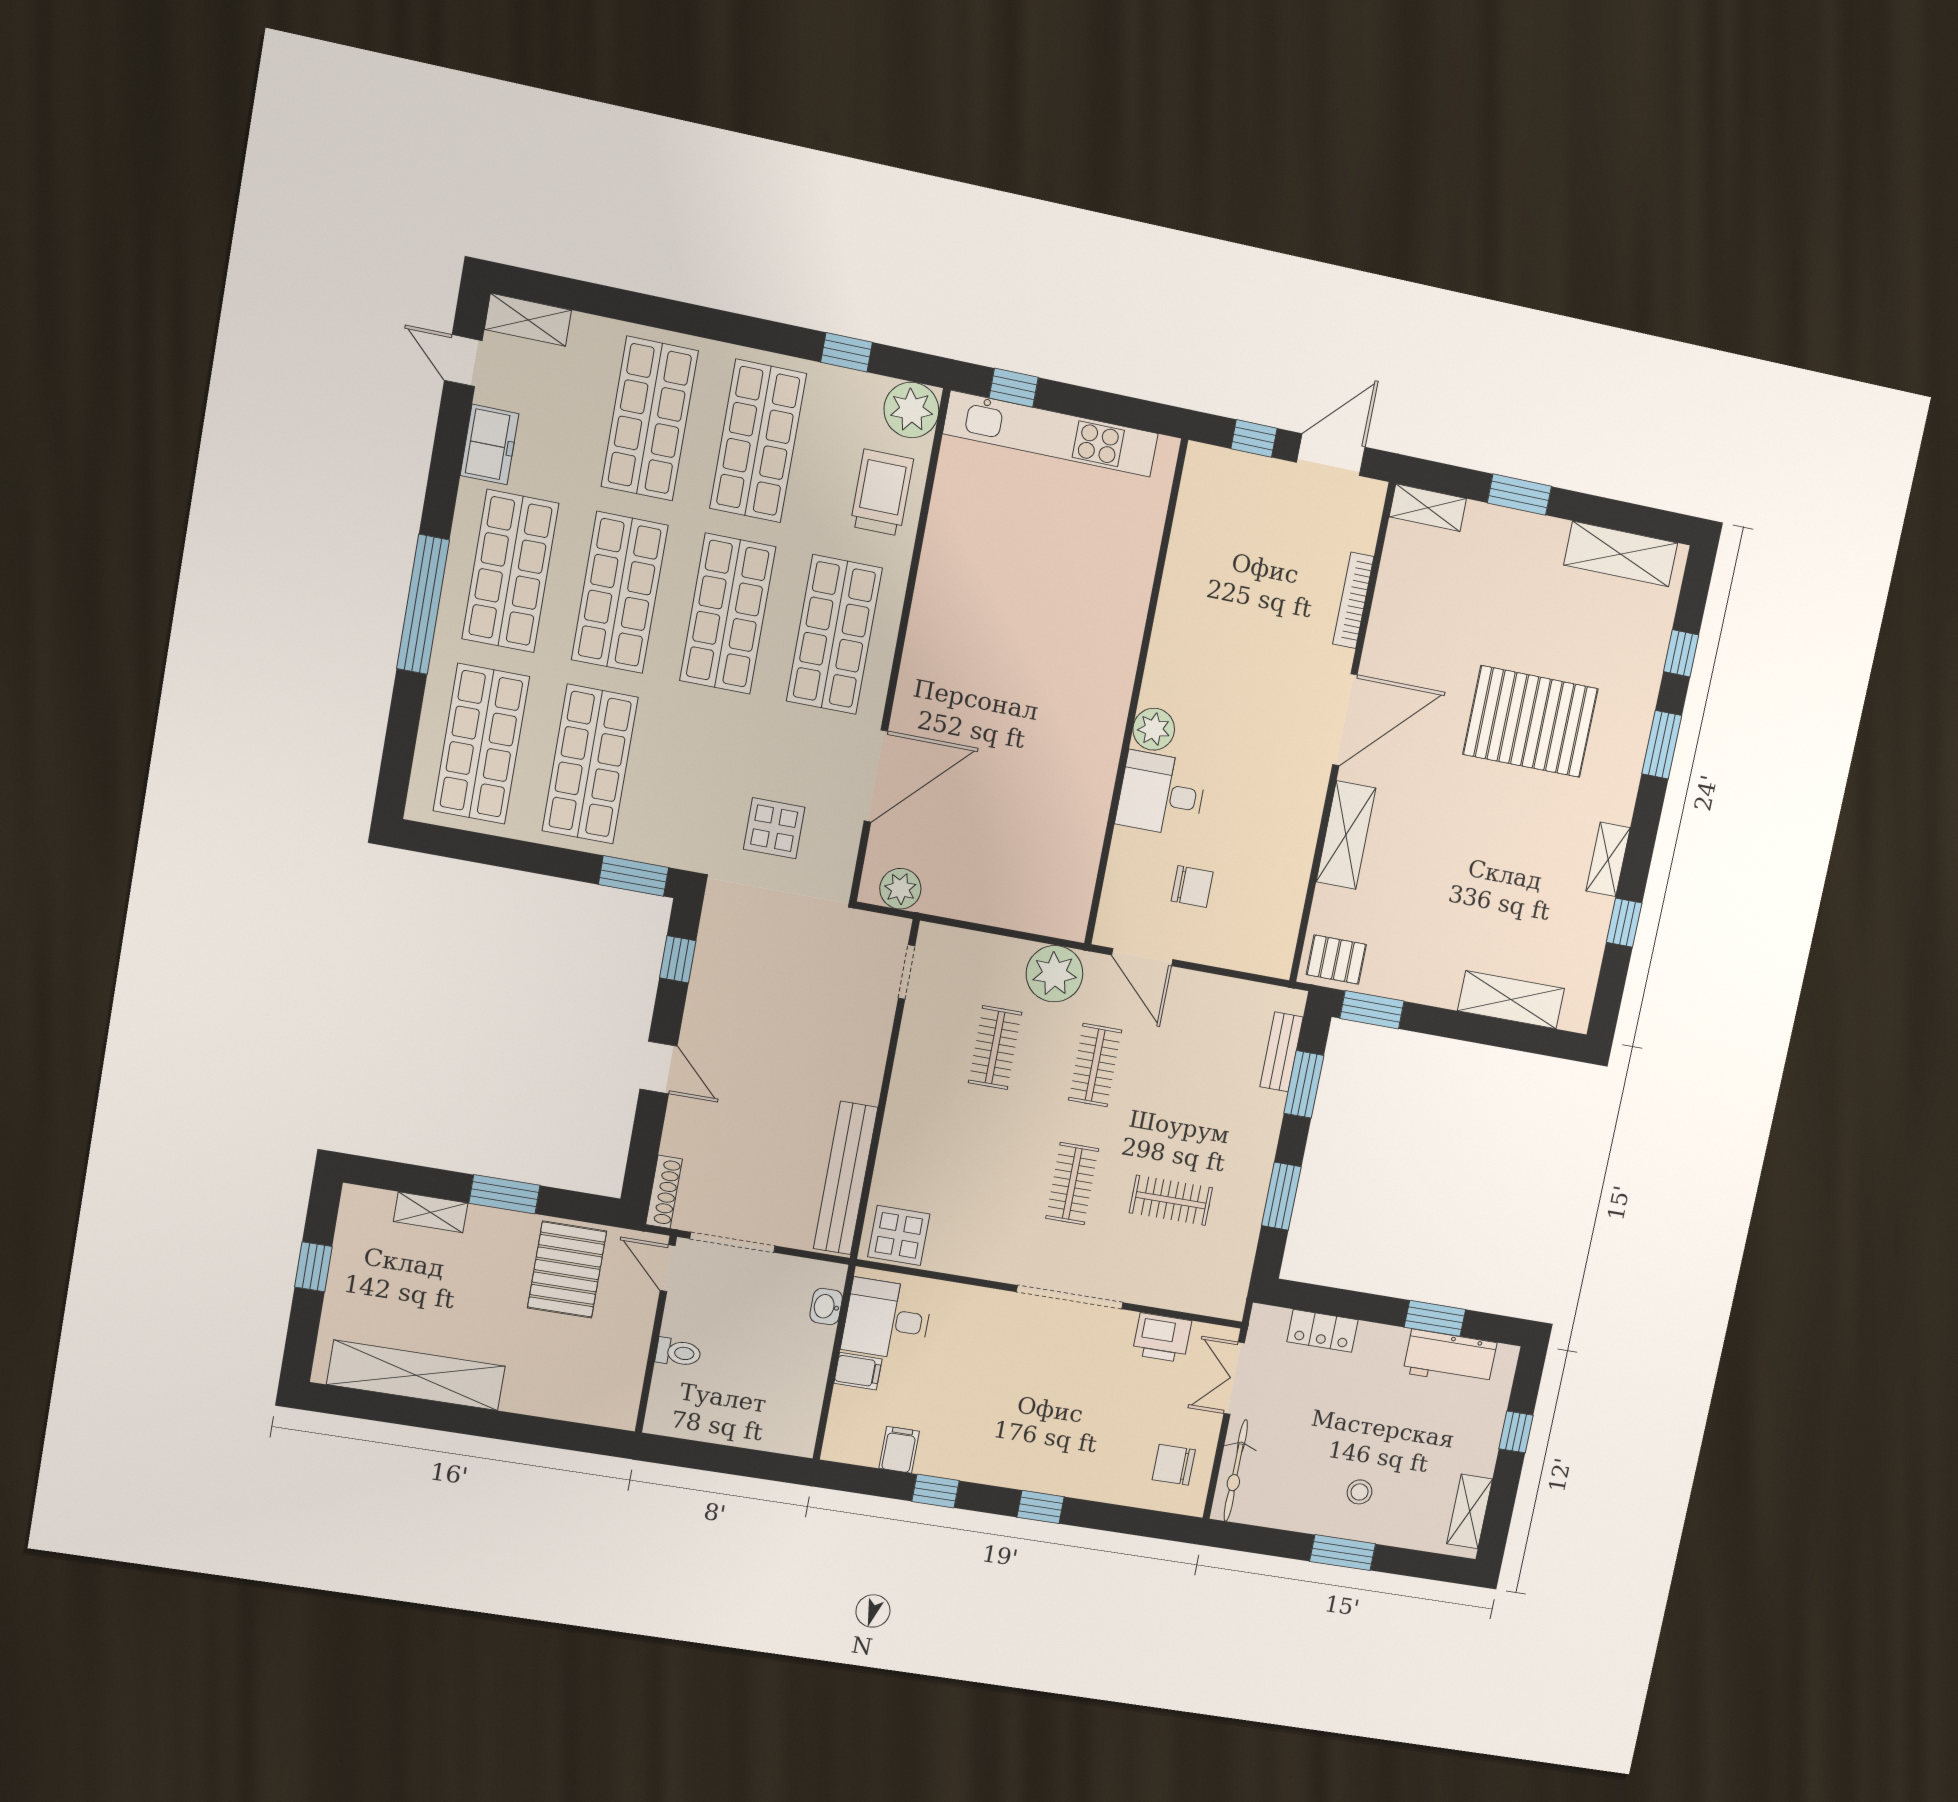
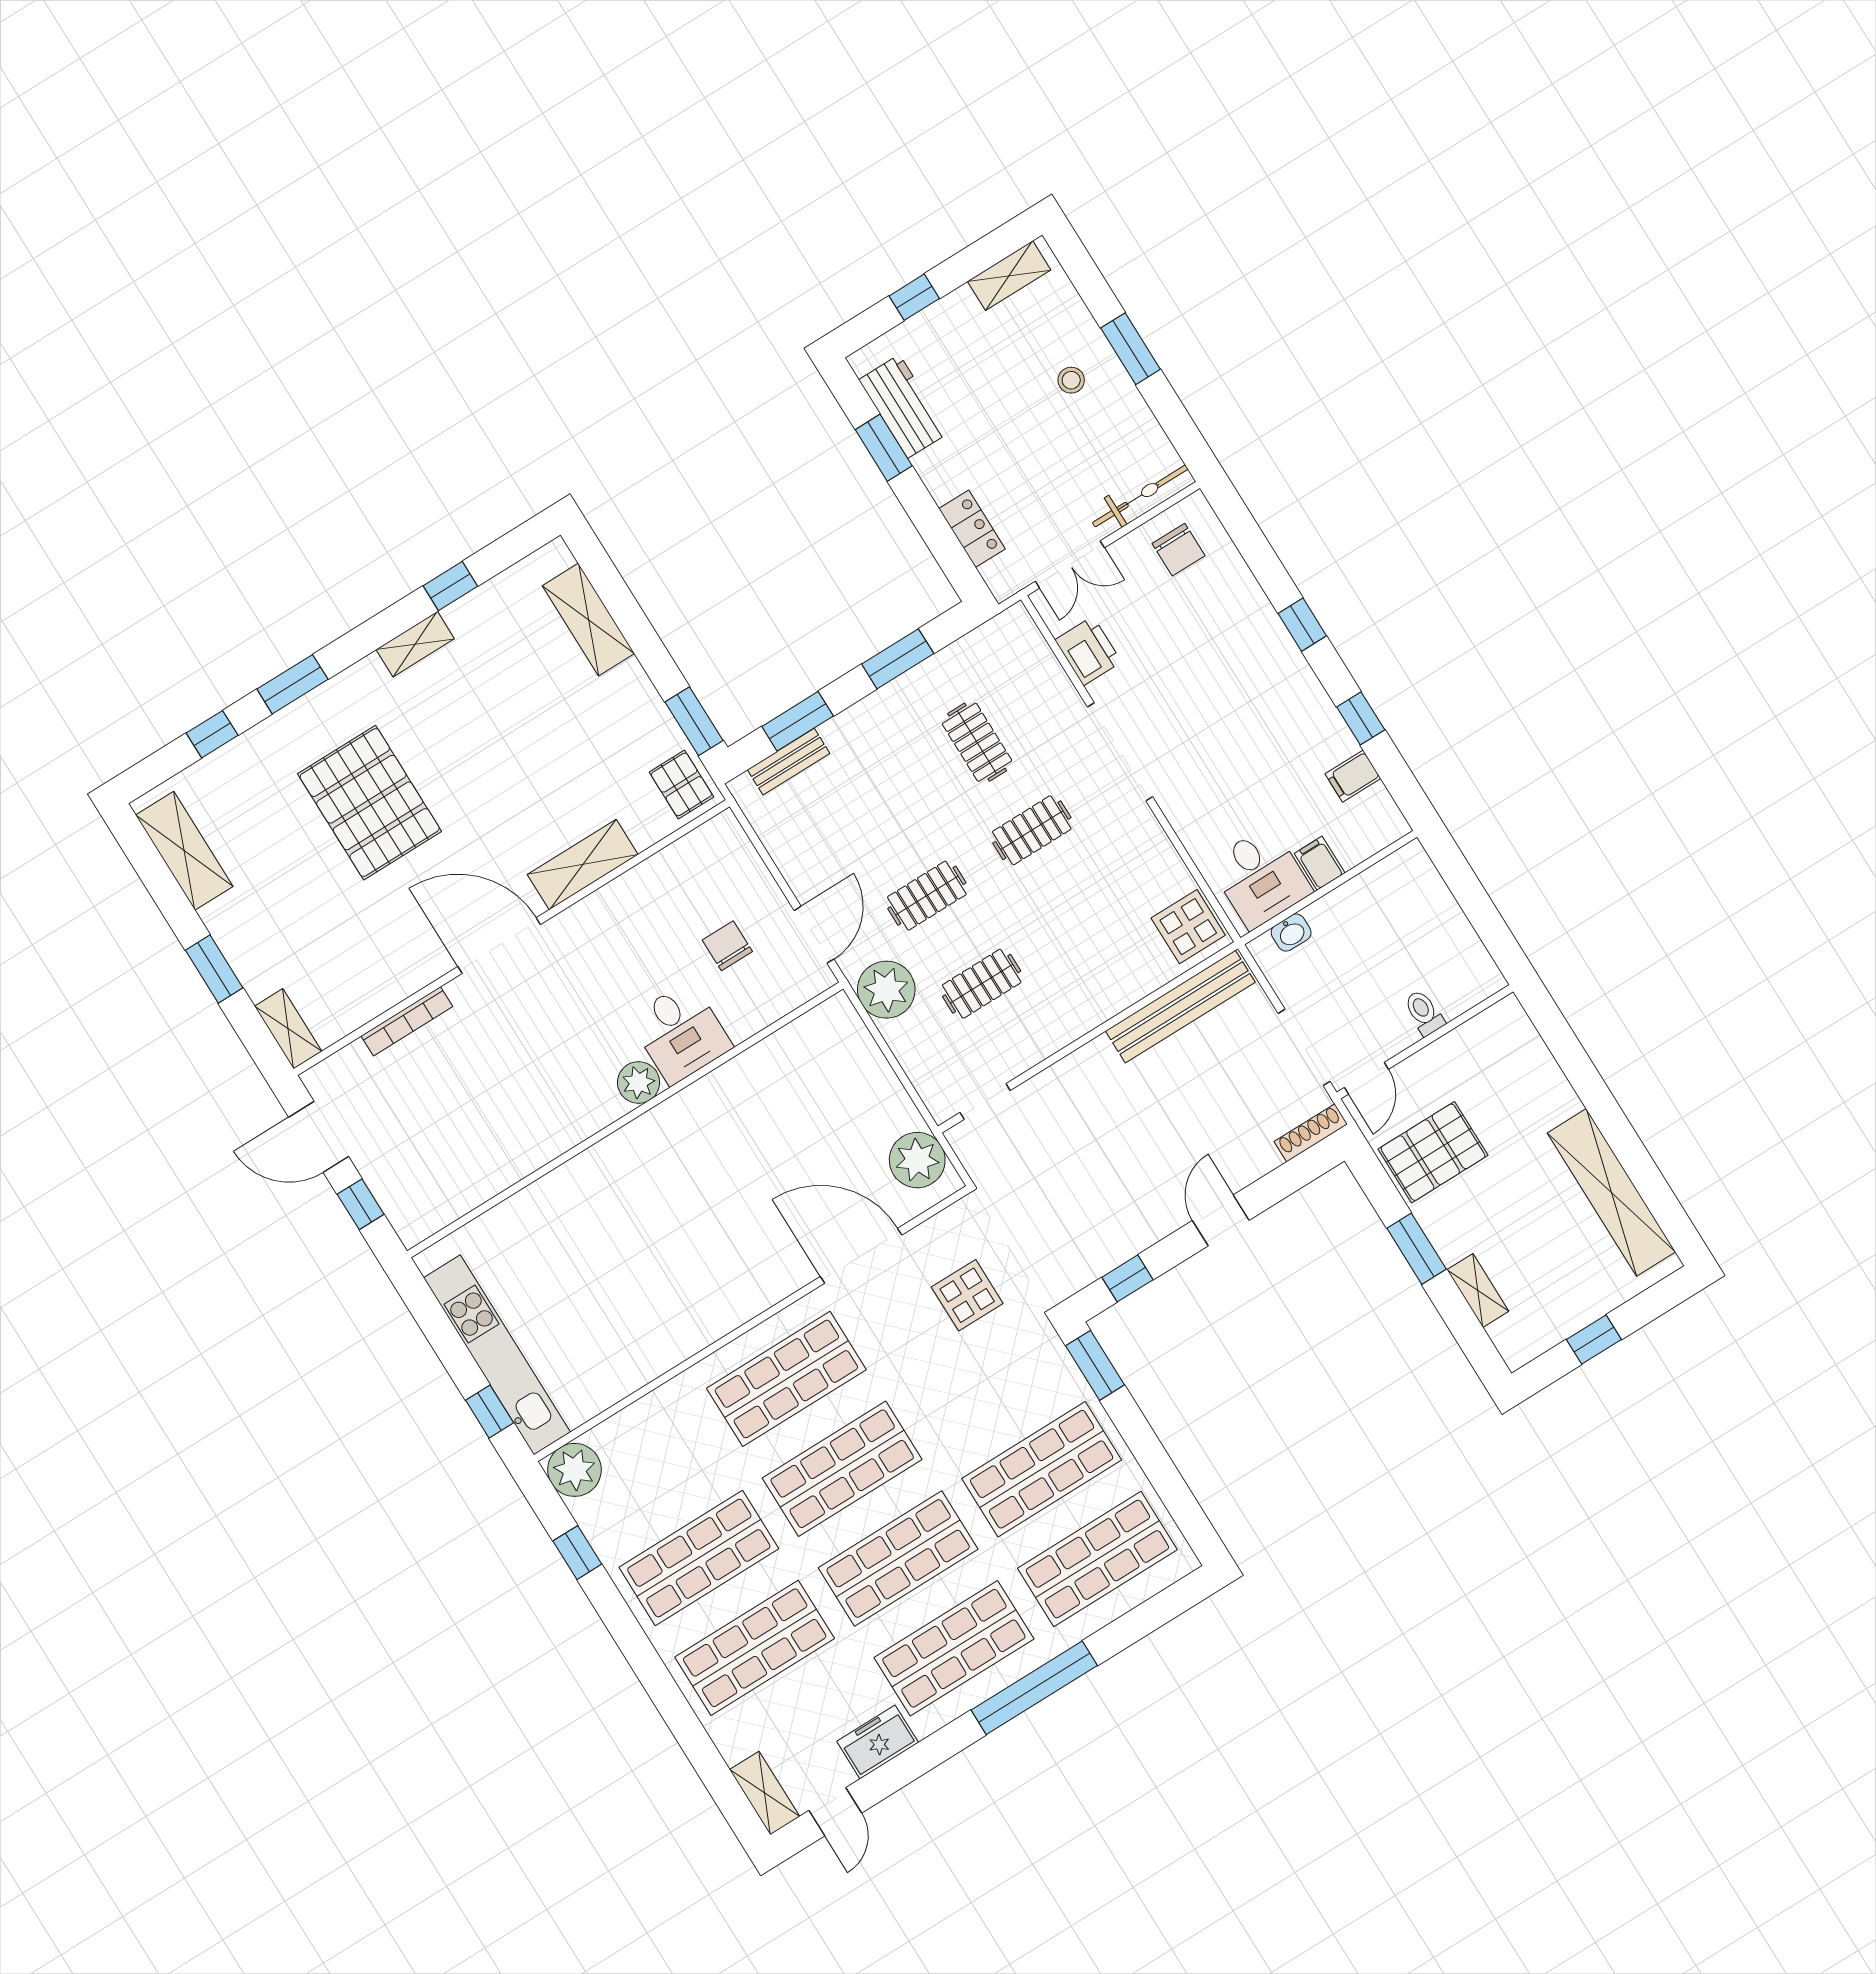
trolley: (882, 493) -> (653, 1437), removed
plant: (900, 889) -> (917, 1160), width x1.36, depth x1.36

